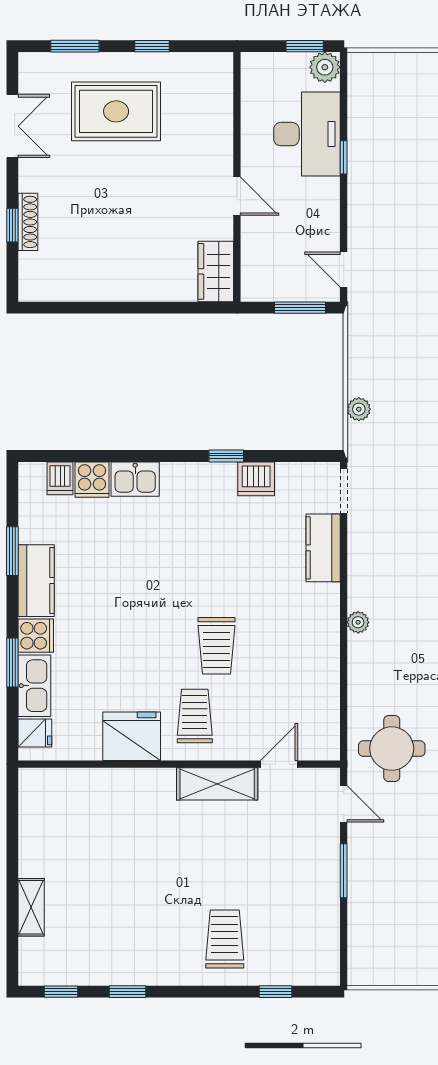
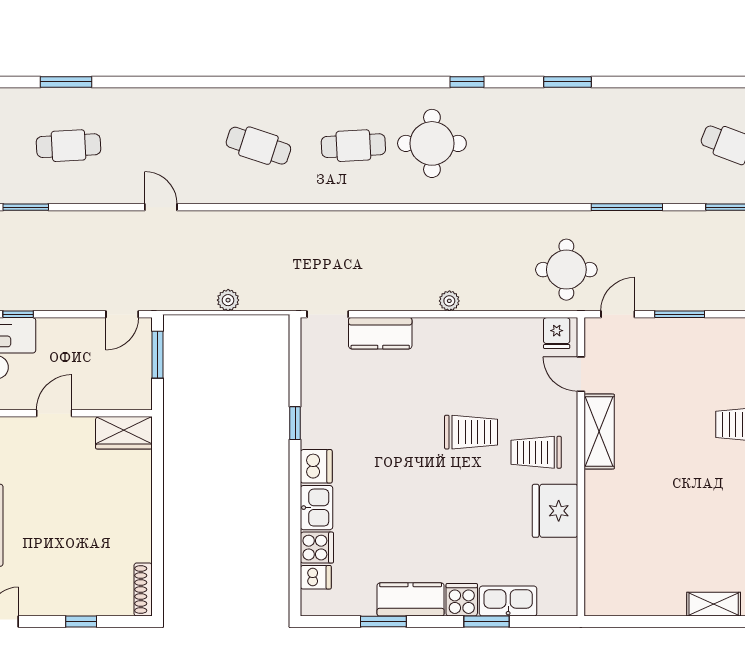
shoe rack: (28, 222) -> (143, 590), moved, turned -90
plant: (359, 409) -> (228, 300), moved
dishwasher: (256, 479) -> (316, 466), moved
fridge: (35, 733) -> (557, 333), moved, turned 180

